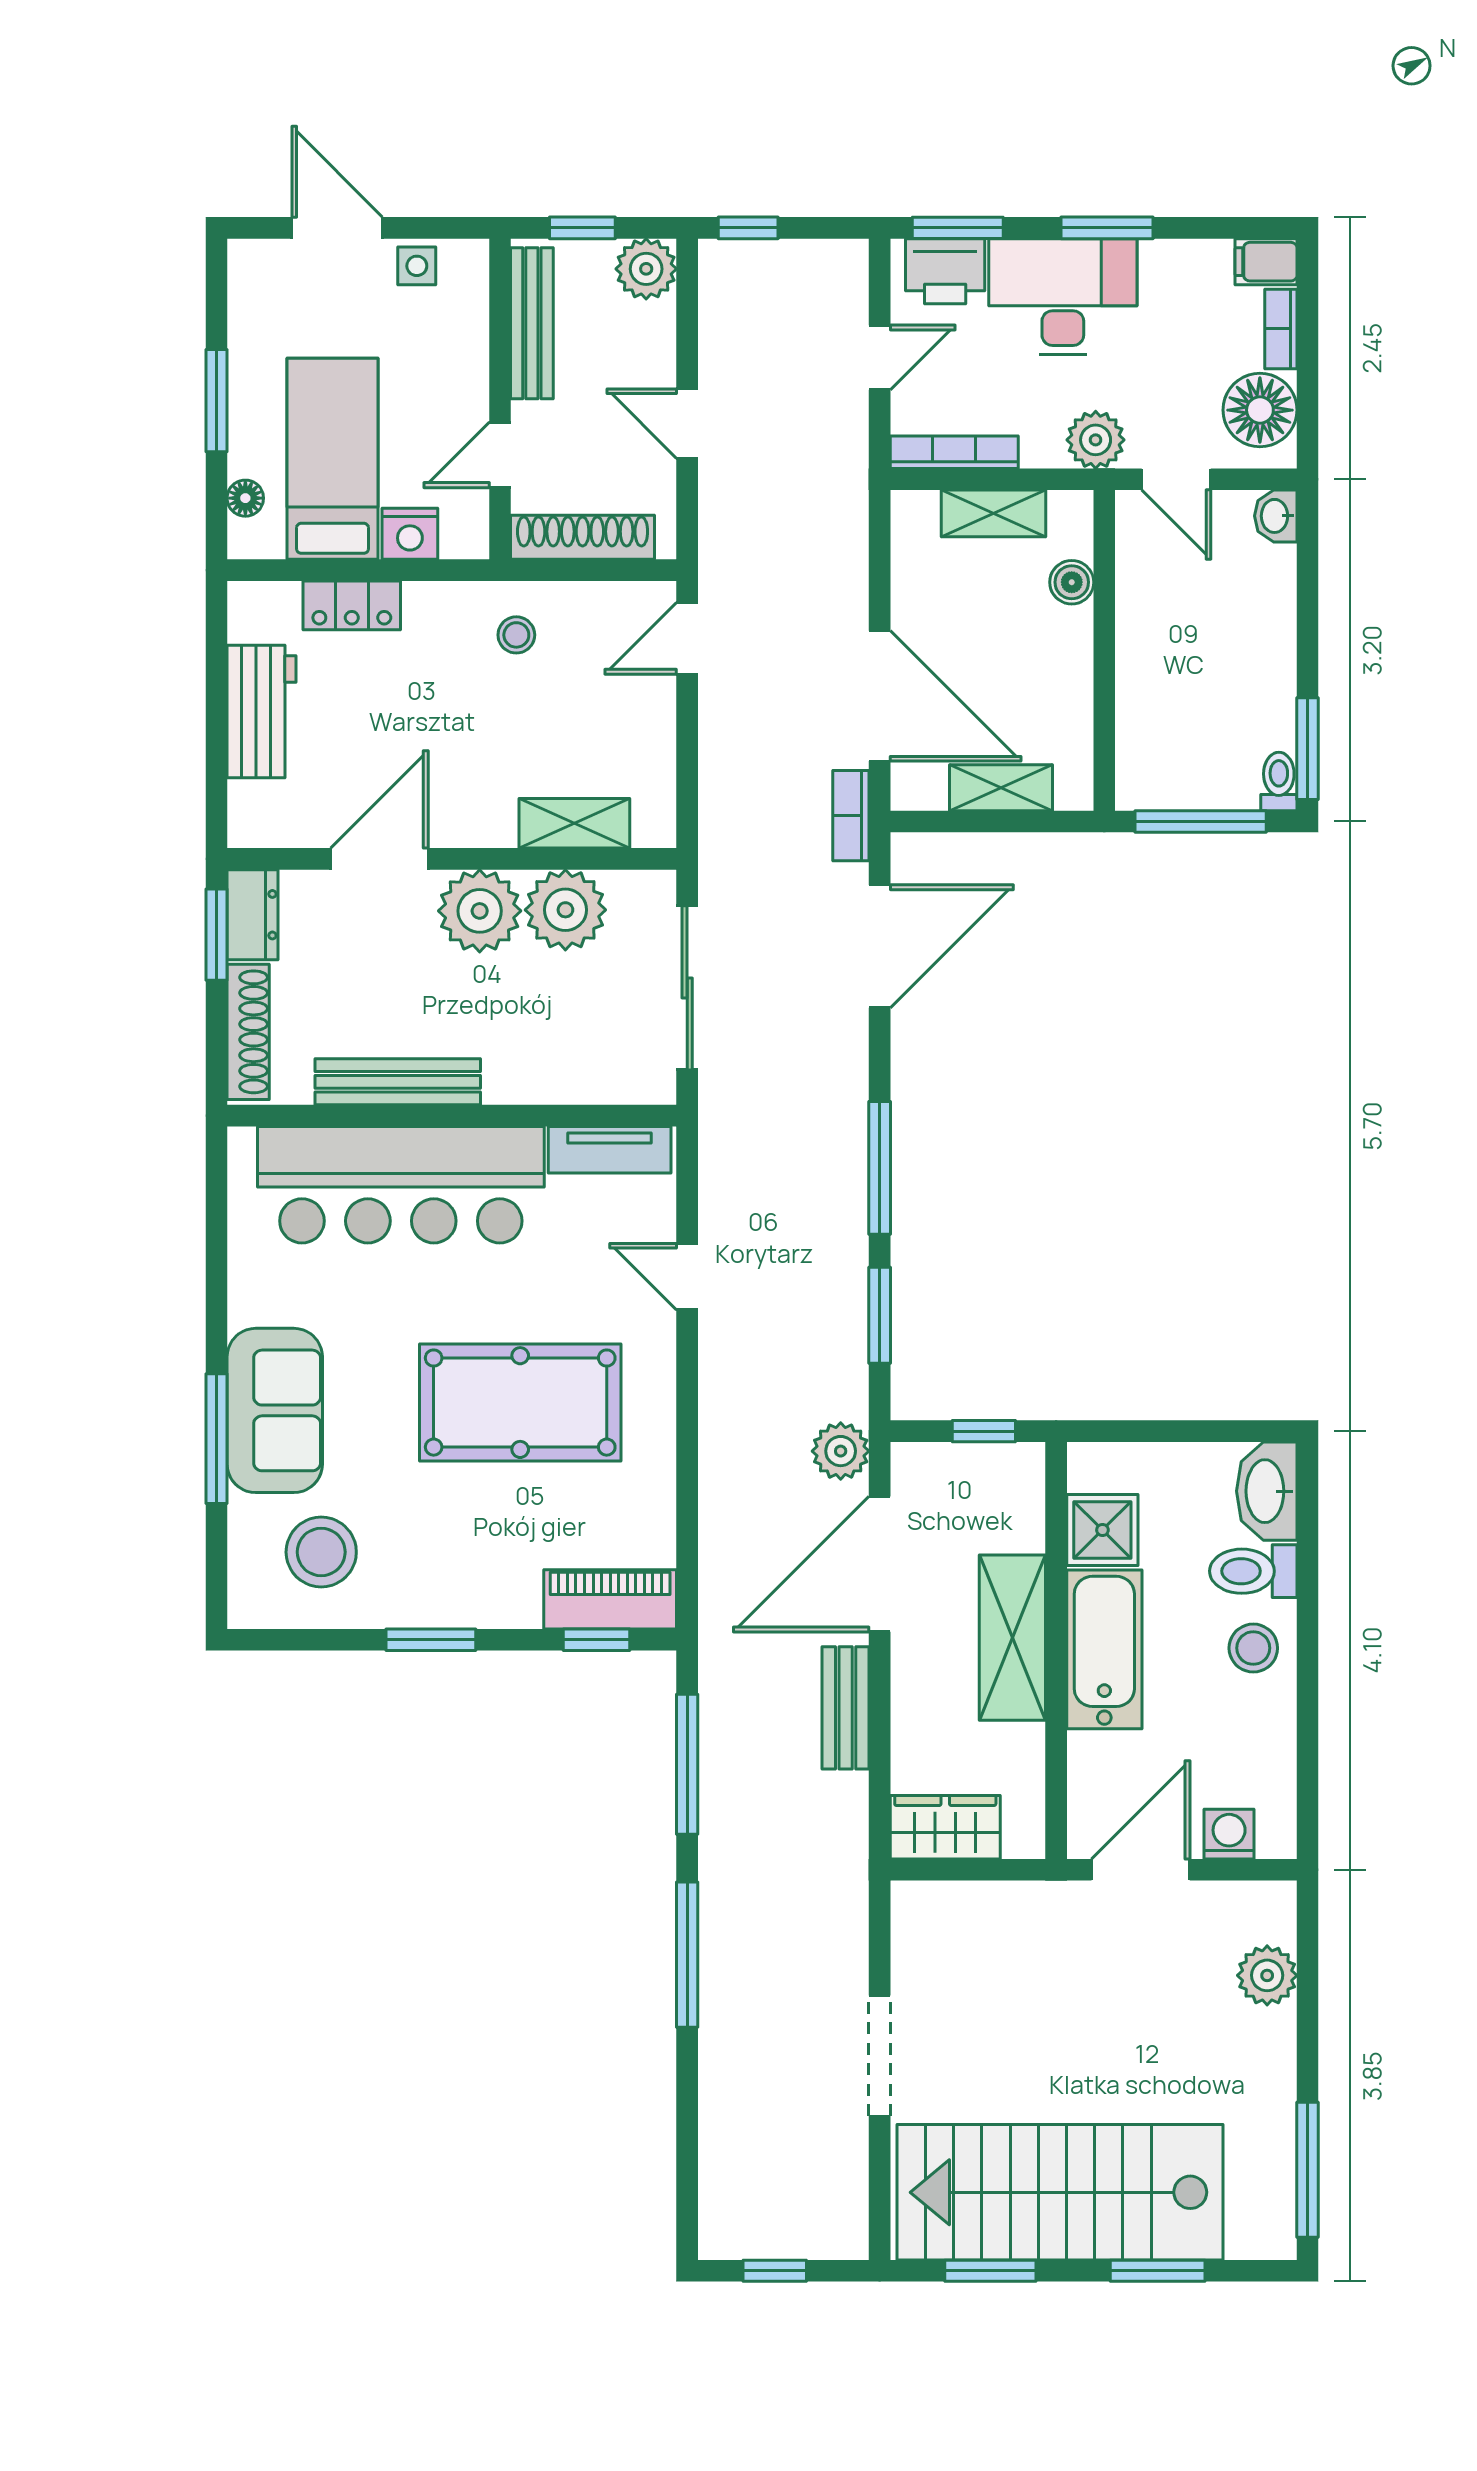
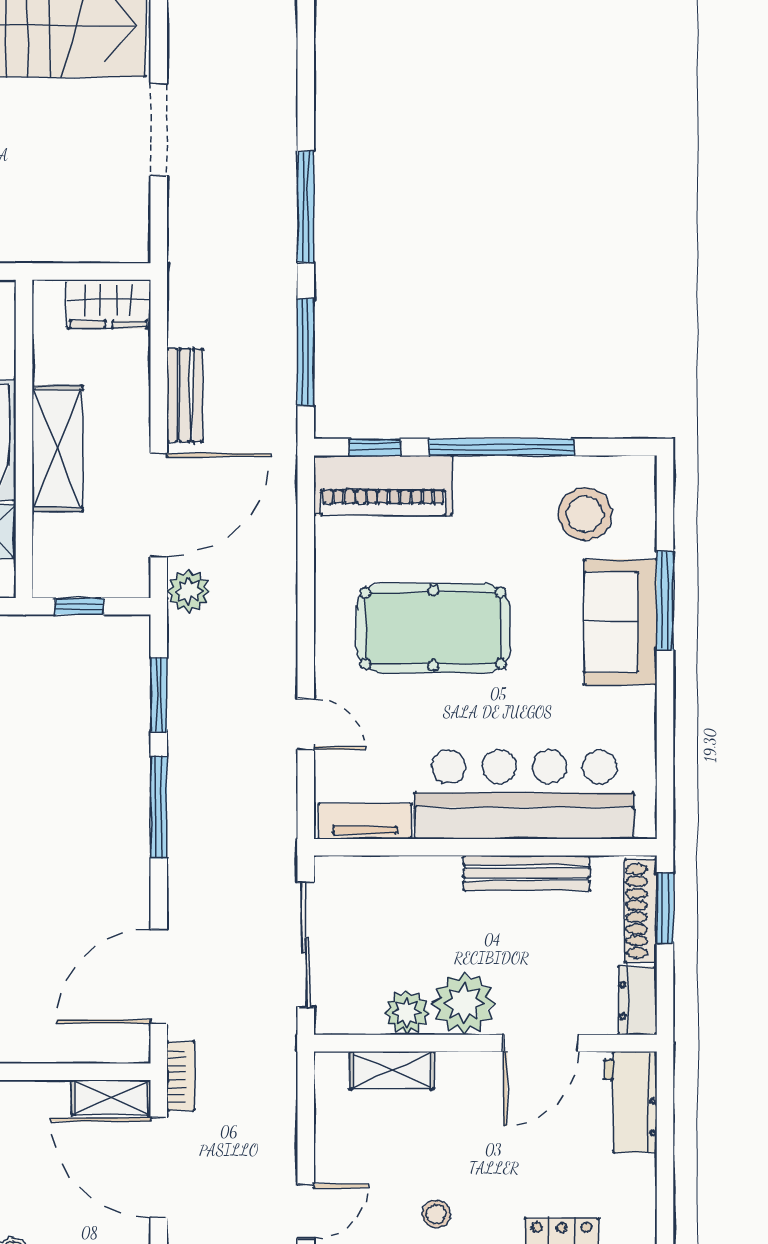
workbench: (261, 711) -> (631, 1102), moved
shelving: (1001, 788) -> (111, 1098), moved
plant: (565, 910) -> (407, 1012), width x0.73, depth x0.73
window: (217, 935) -> (665, 908), moved
piano: (610, 1599) -> (383, 485), width x1.37, depth x1.33
window: (431, 1640) -> (501, 447), width x2.11

